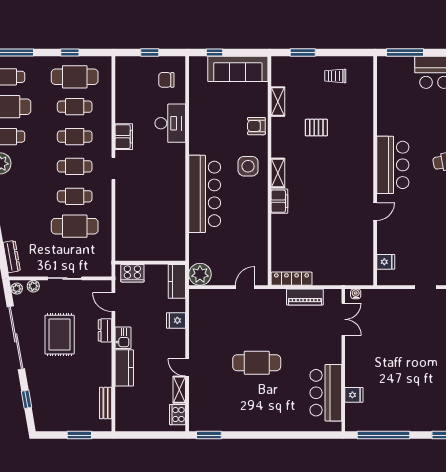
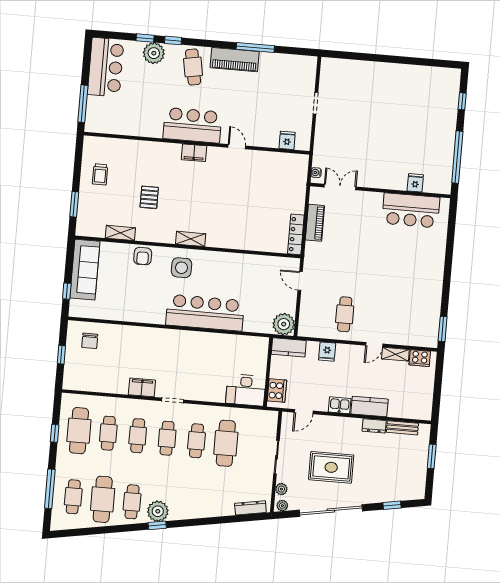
desk: (170, 123) -> (246, 390), moved, turned 180
filing cabinet: (279, 201) -> (194, 153), moved, turned 180
dresser: (105, 330) -> (374, 426), moved
cafe table: (257, 363) -> (345, 314), moved, width x0.73, depth x0.74

